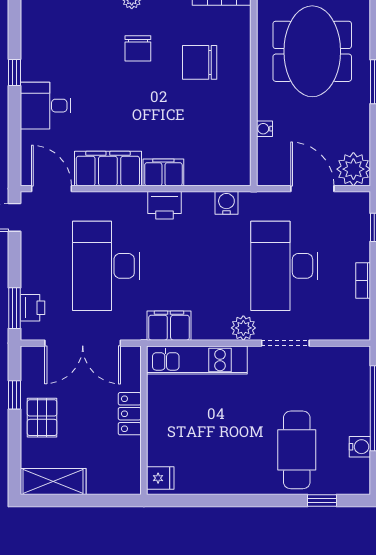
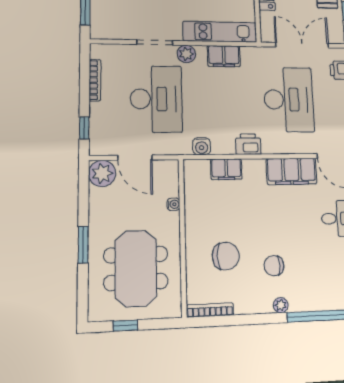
chair: (138, 48) -> (274, 266), turned -90
filing cabinet: (163, 172) -> (226, 169), moved
bookcase: (363, 280) -> (95, 80), width x1.56
filing cabinet: (169, 326) -> (224, 56), moved

